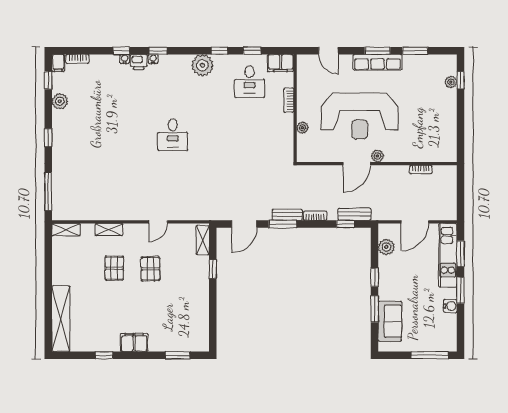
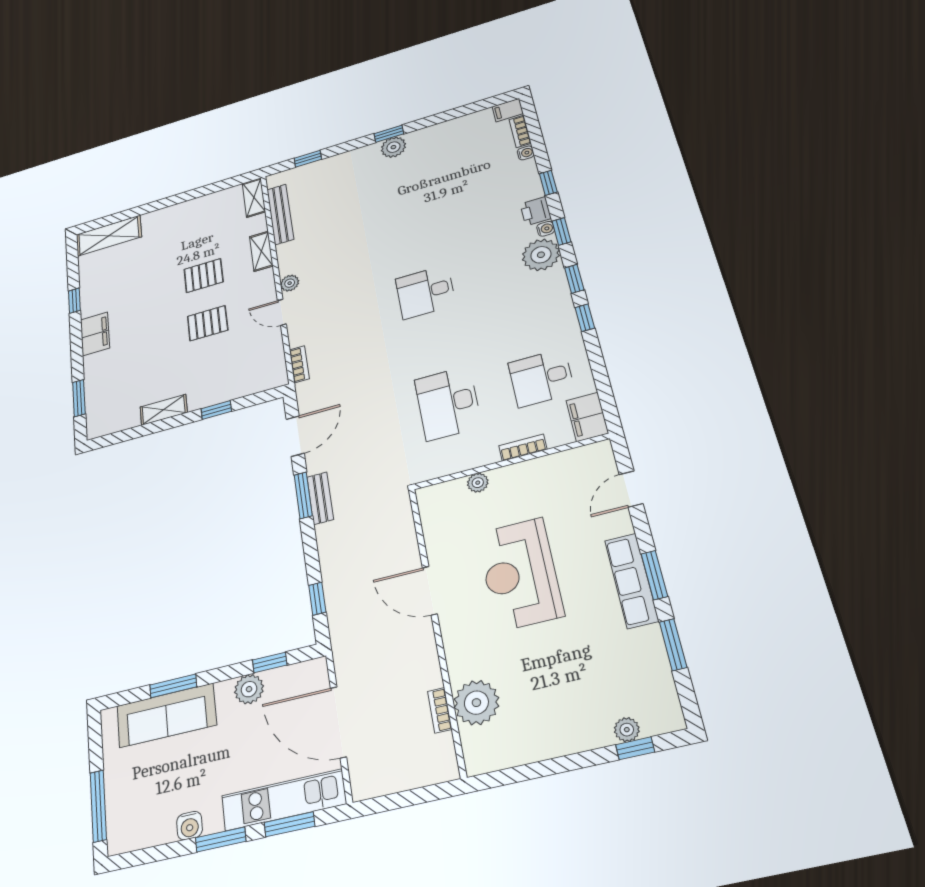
window: (252, 51) -> (574, 279), moved
water cooler: (125, 59) -> (526, 153), moved
plant: (202, 65) -> (541, 255), moved
window: (48, 80) -> (477, 106), removed
plant: (60, 101) -> (393, 147), moved
reception desk: (360, 116) -> (520, 574), width x0.74, depth x0.77
desk: (250, 135) -> (448, 403), added
plant: (377, 156) -> (476, 703), moved, width x1.87, depth x1.87
window: (48, 191) -> (308, 159), width x0.46
bench: (355, 214) -> (280, 214), moved, width x1.36
plant: (139, 215) -> (290, 283), added
bookcase: (315, 216) -> (299, 364), moved
door: (415, 222) -> (338, 722), width x1.36
door: (244, 224) -> (295, 436), swing flipped
shelving: (203, 240) -> (164, 410), moved
plant: (386, 247) -> (249, 689), moved
window: (375, 277) -> (270, 662), moved
shelving: (61, 319) -> (109, 236), width x0.68
sofa: (390, 321) -> (166, 715), width x1.36

